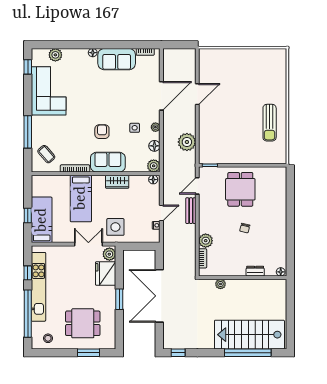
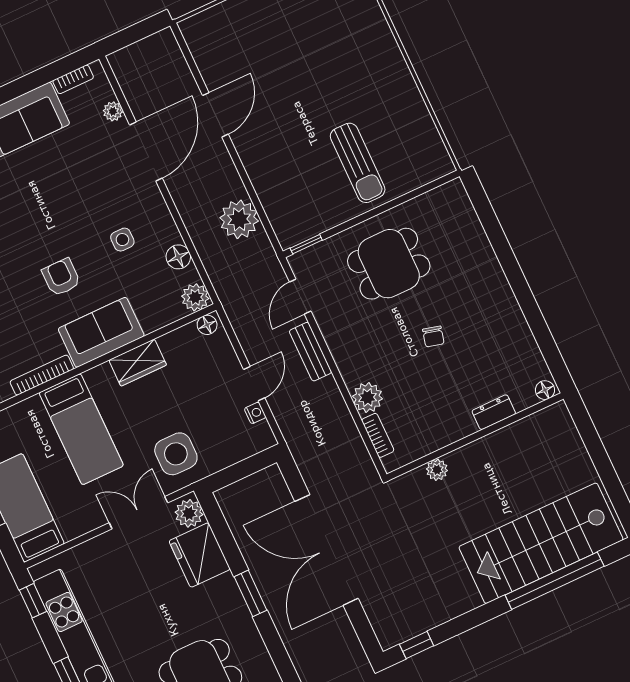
sun lounger: (270, 123) -> (358, 163), moved
plant: (155, 127) -> (113, 111), moved
dining table: (240, 189) -> (389, 264), turned 90
window: (28, 273) -> (33, 601), moved

